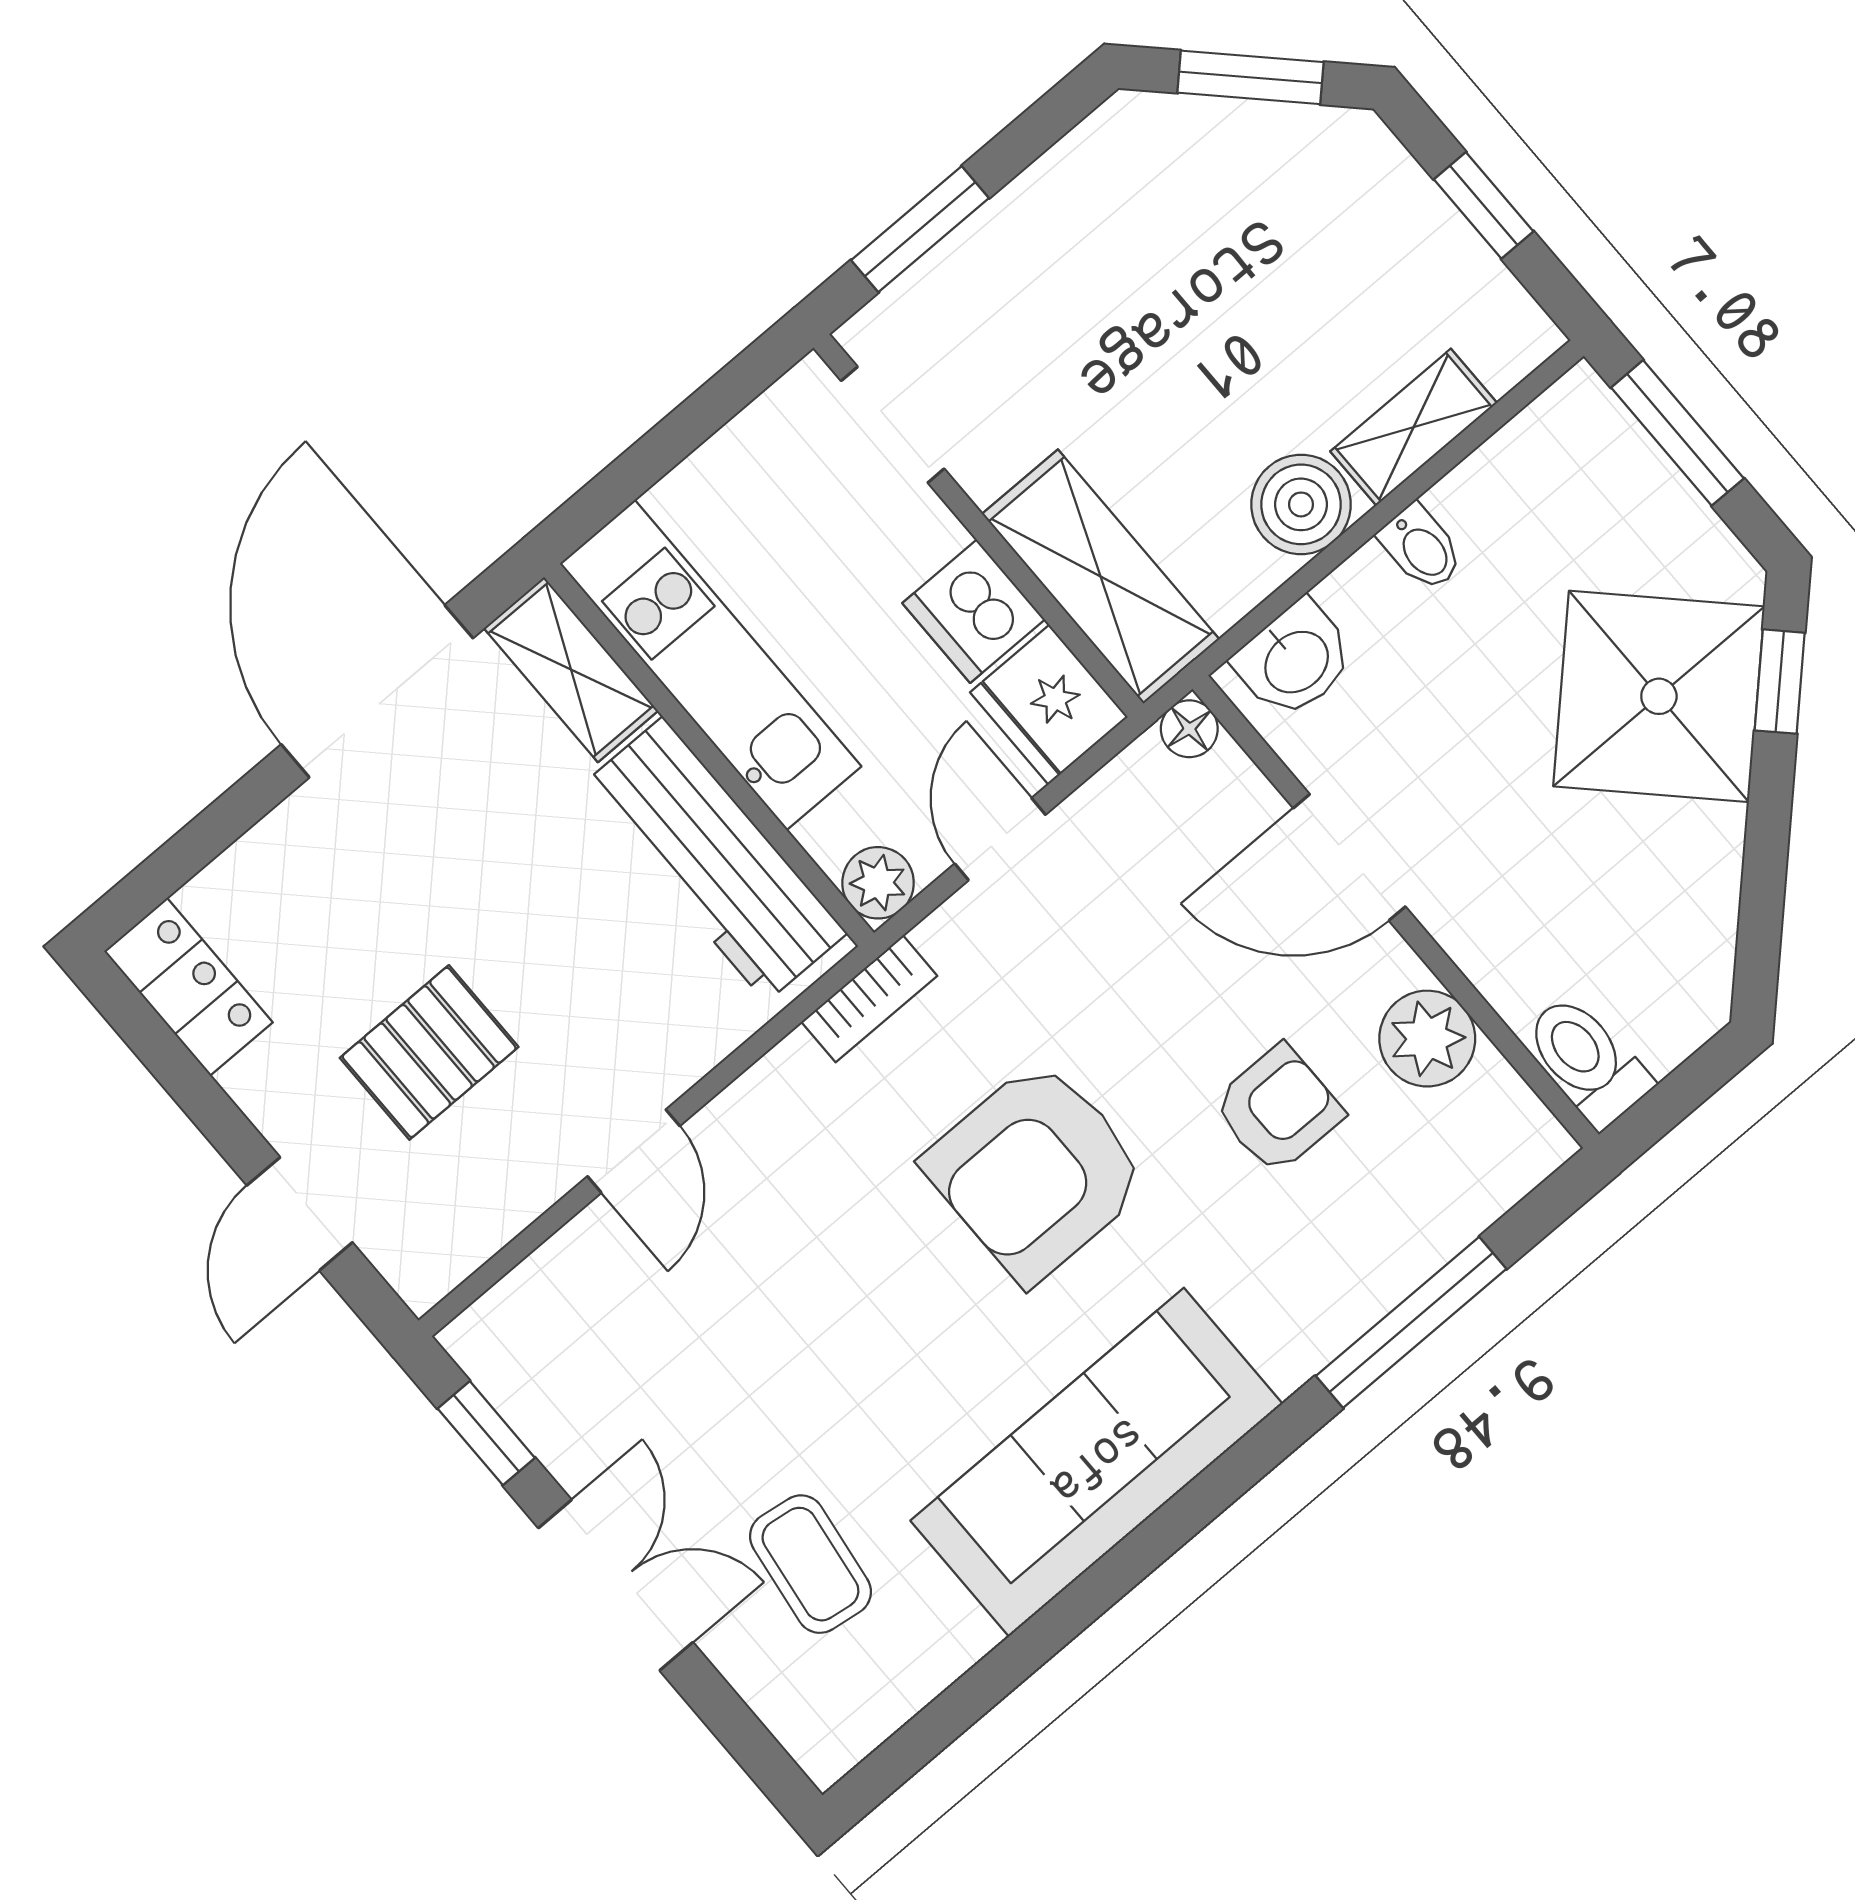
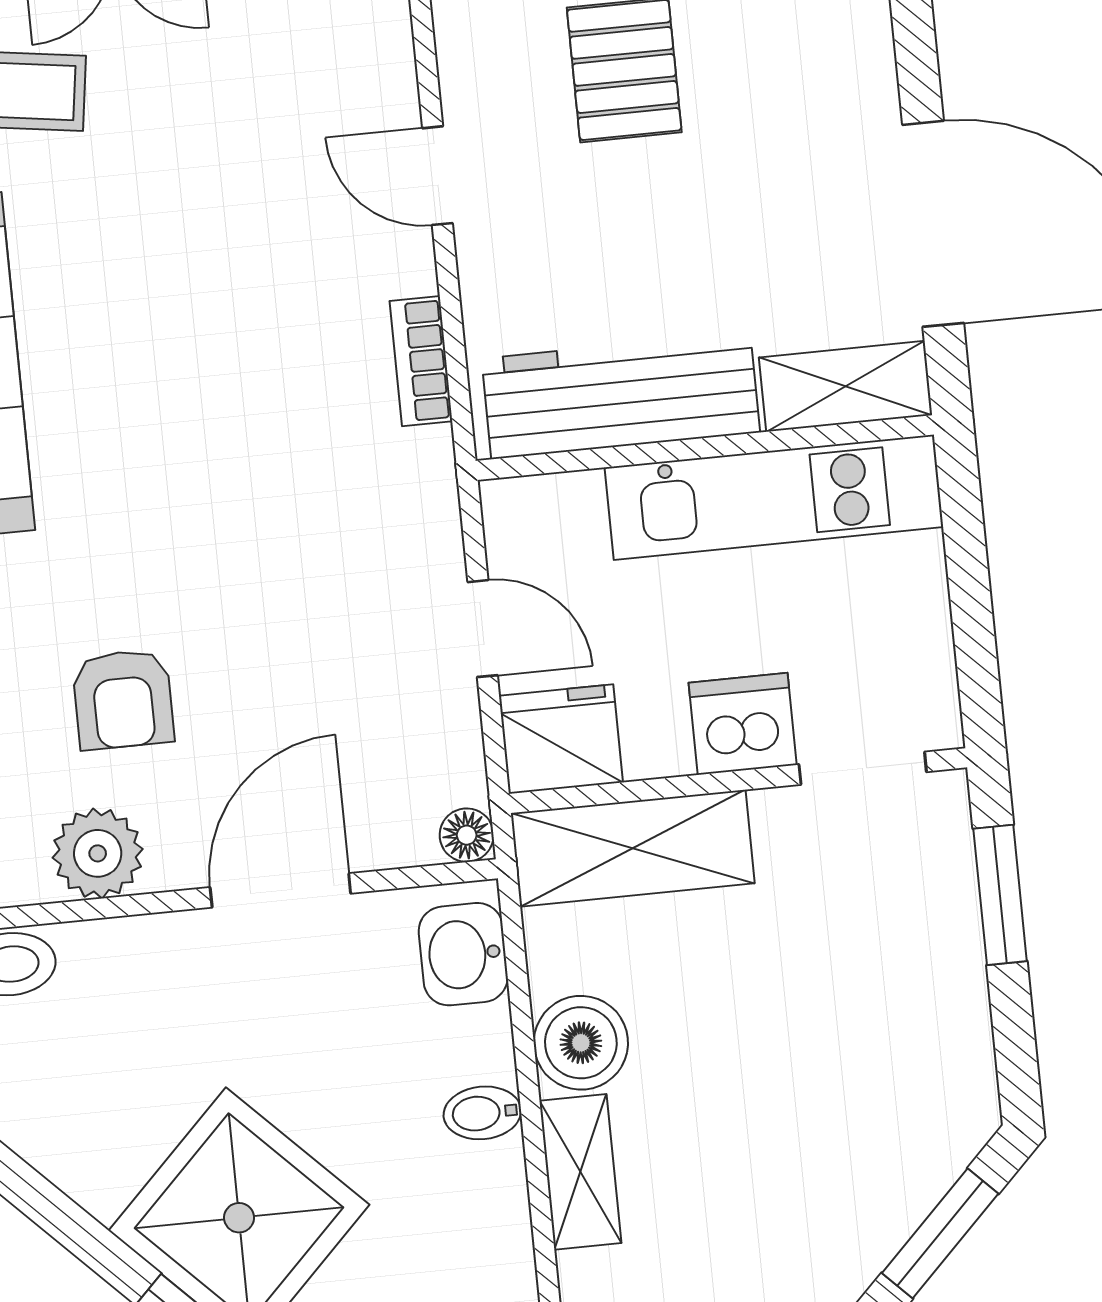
dishwasher: (974, 611) -> (743, 724), moved
plant: (878, 883) -> (514, 510), removed
bookcase: (869, 999) -> (421, 361), moved
armchair: (1036, 1171) -> (205, 478), removed

